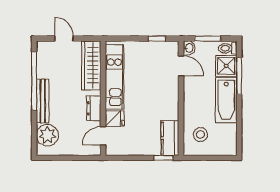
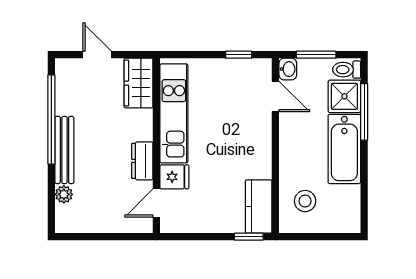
wardrobe: (91, 65) -> (139, 83), width x0.67
plant: (47, 135) -> (64, 194), width x0.53, depth x0.53

